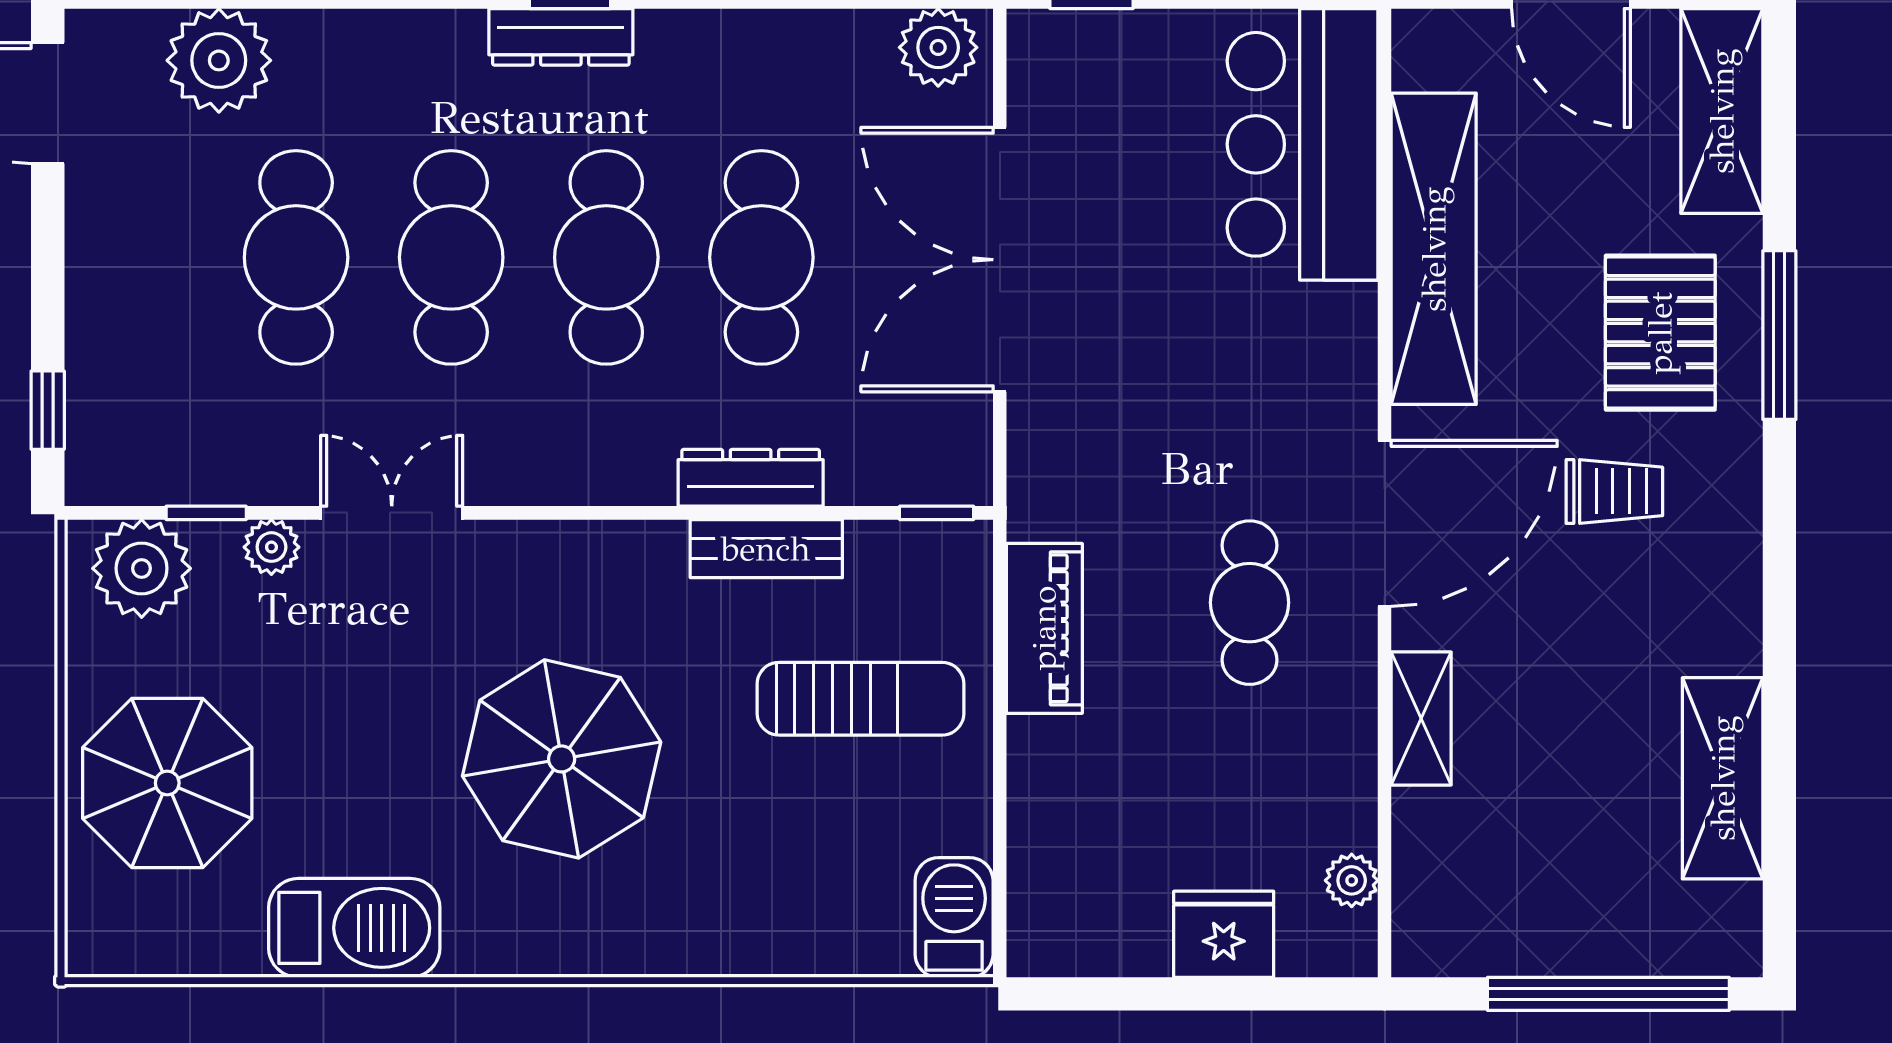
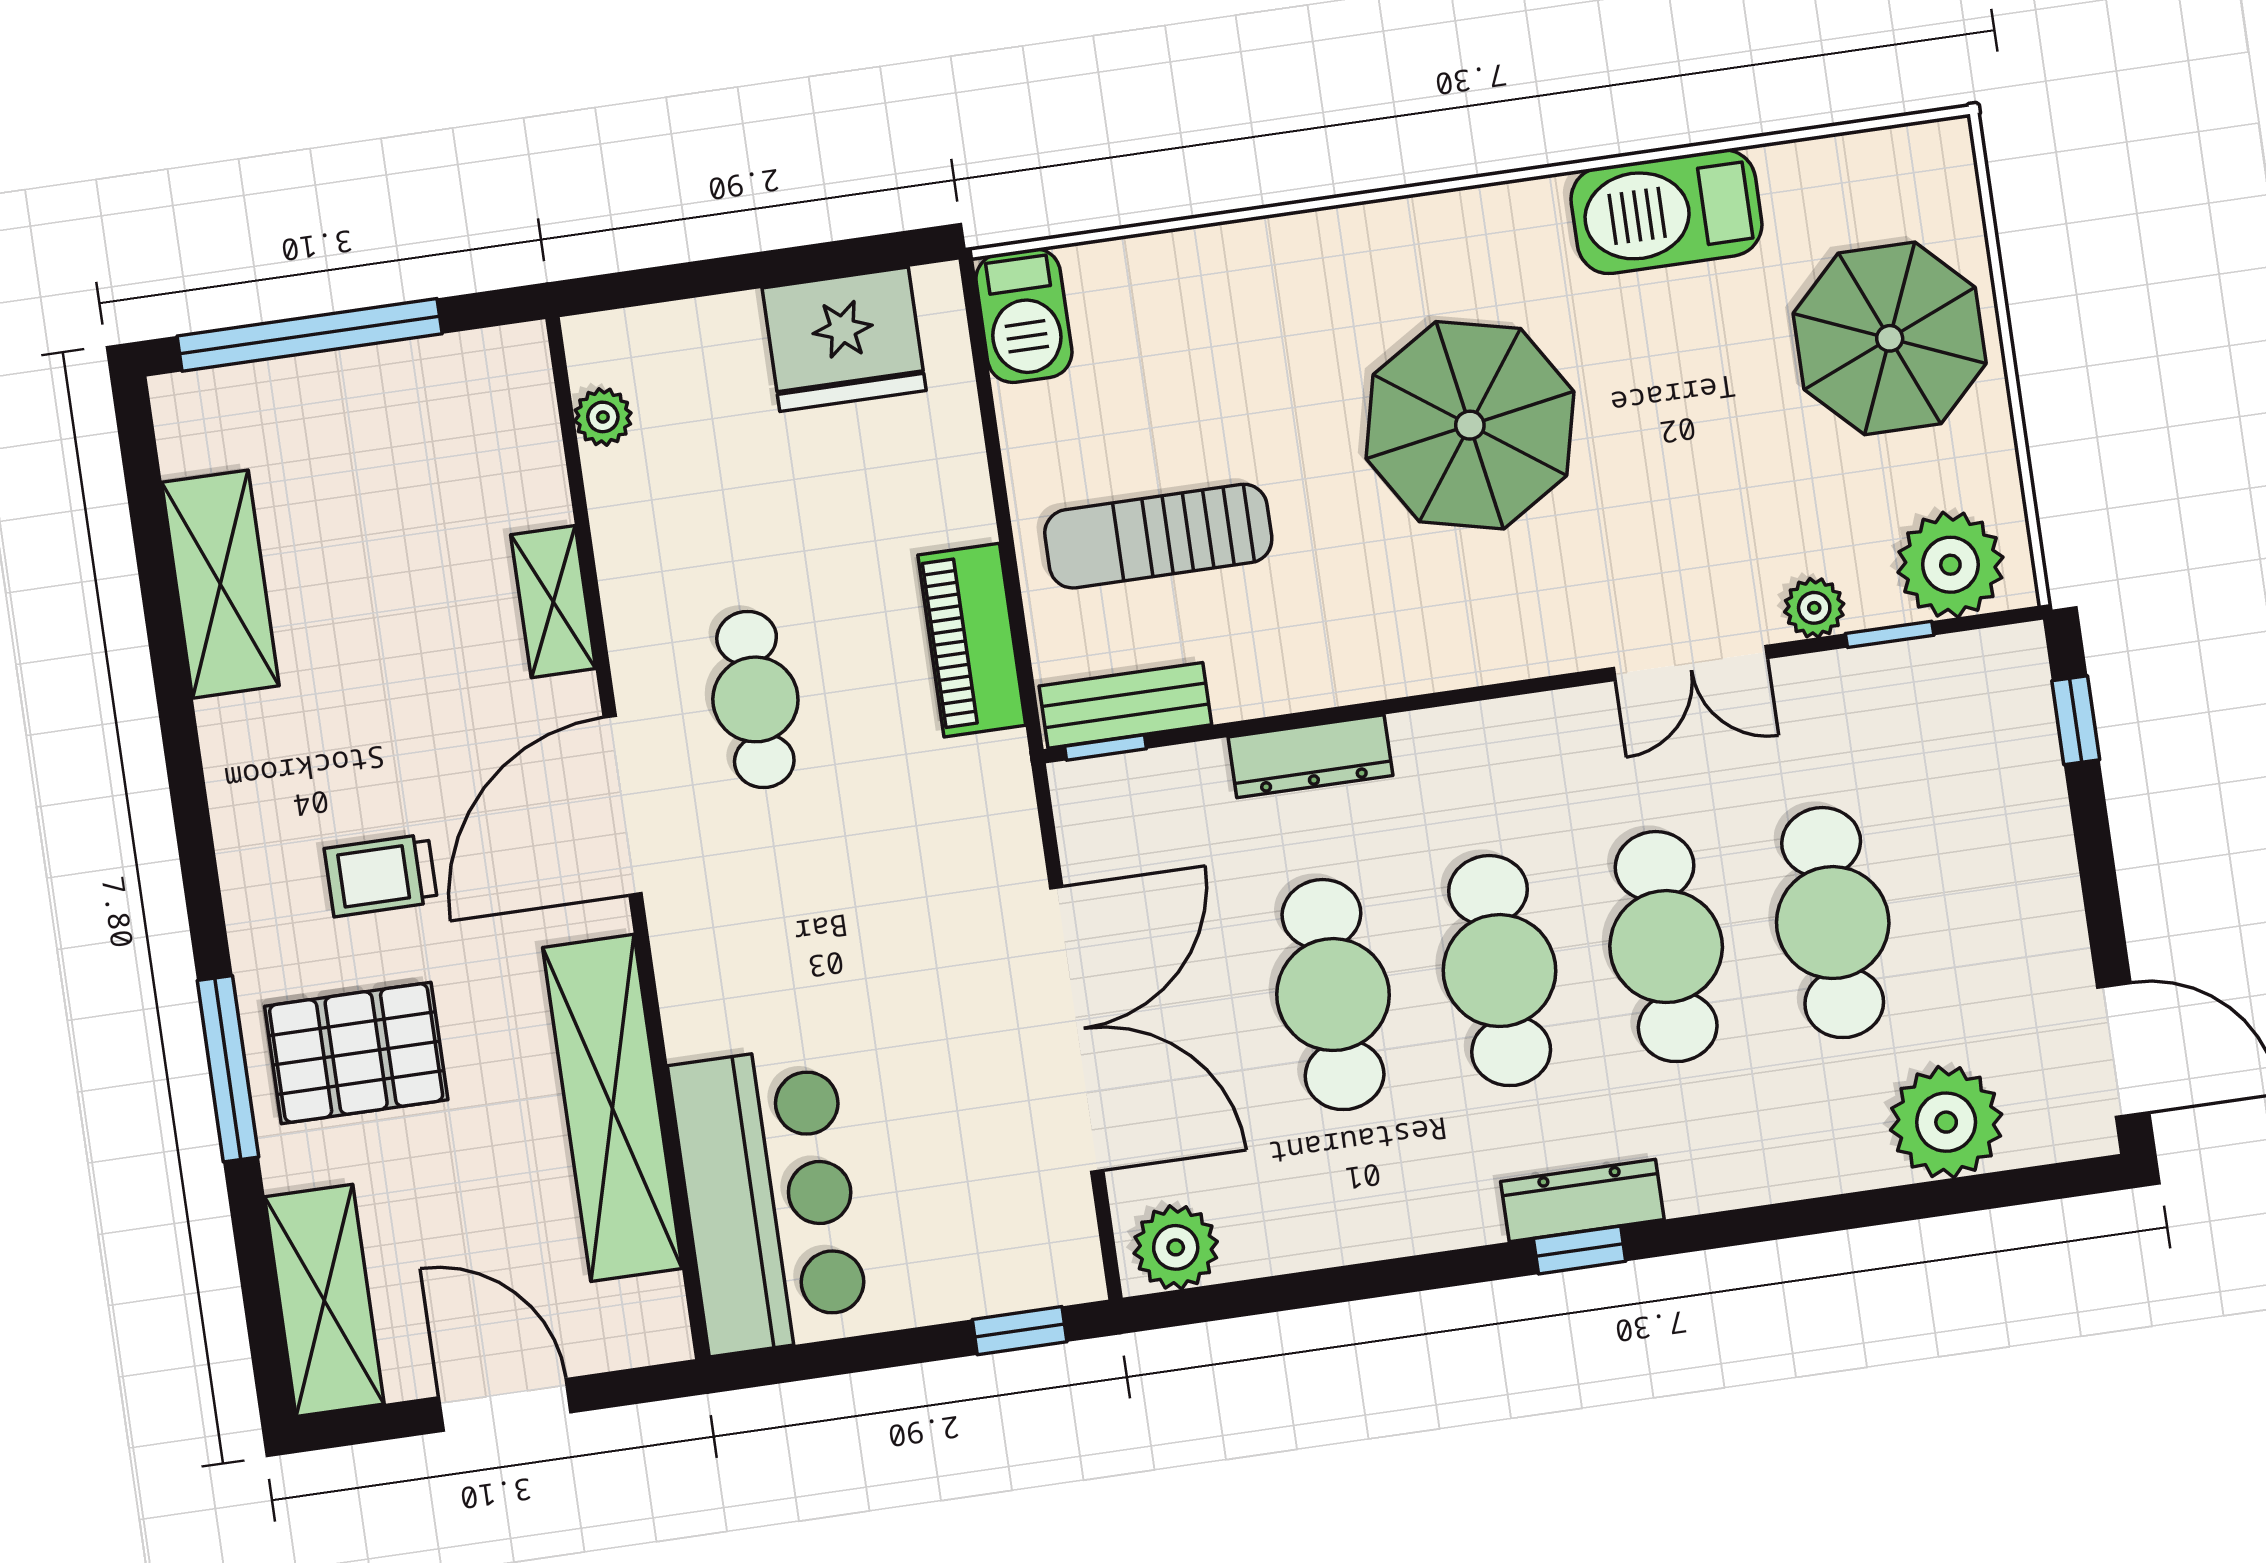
pallet: (1660, 333) -> (356, 1053), turned 90
bench: (766, 549) -> (1125, 705), moved
fridge: (1224, 934) -> (844, 339), moved, width x1.36, depth x1.34

